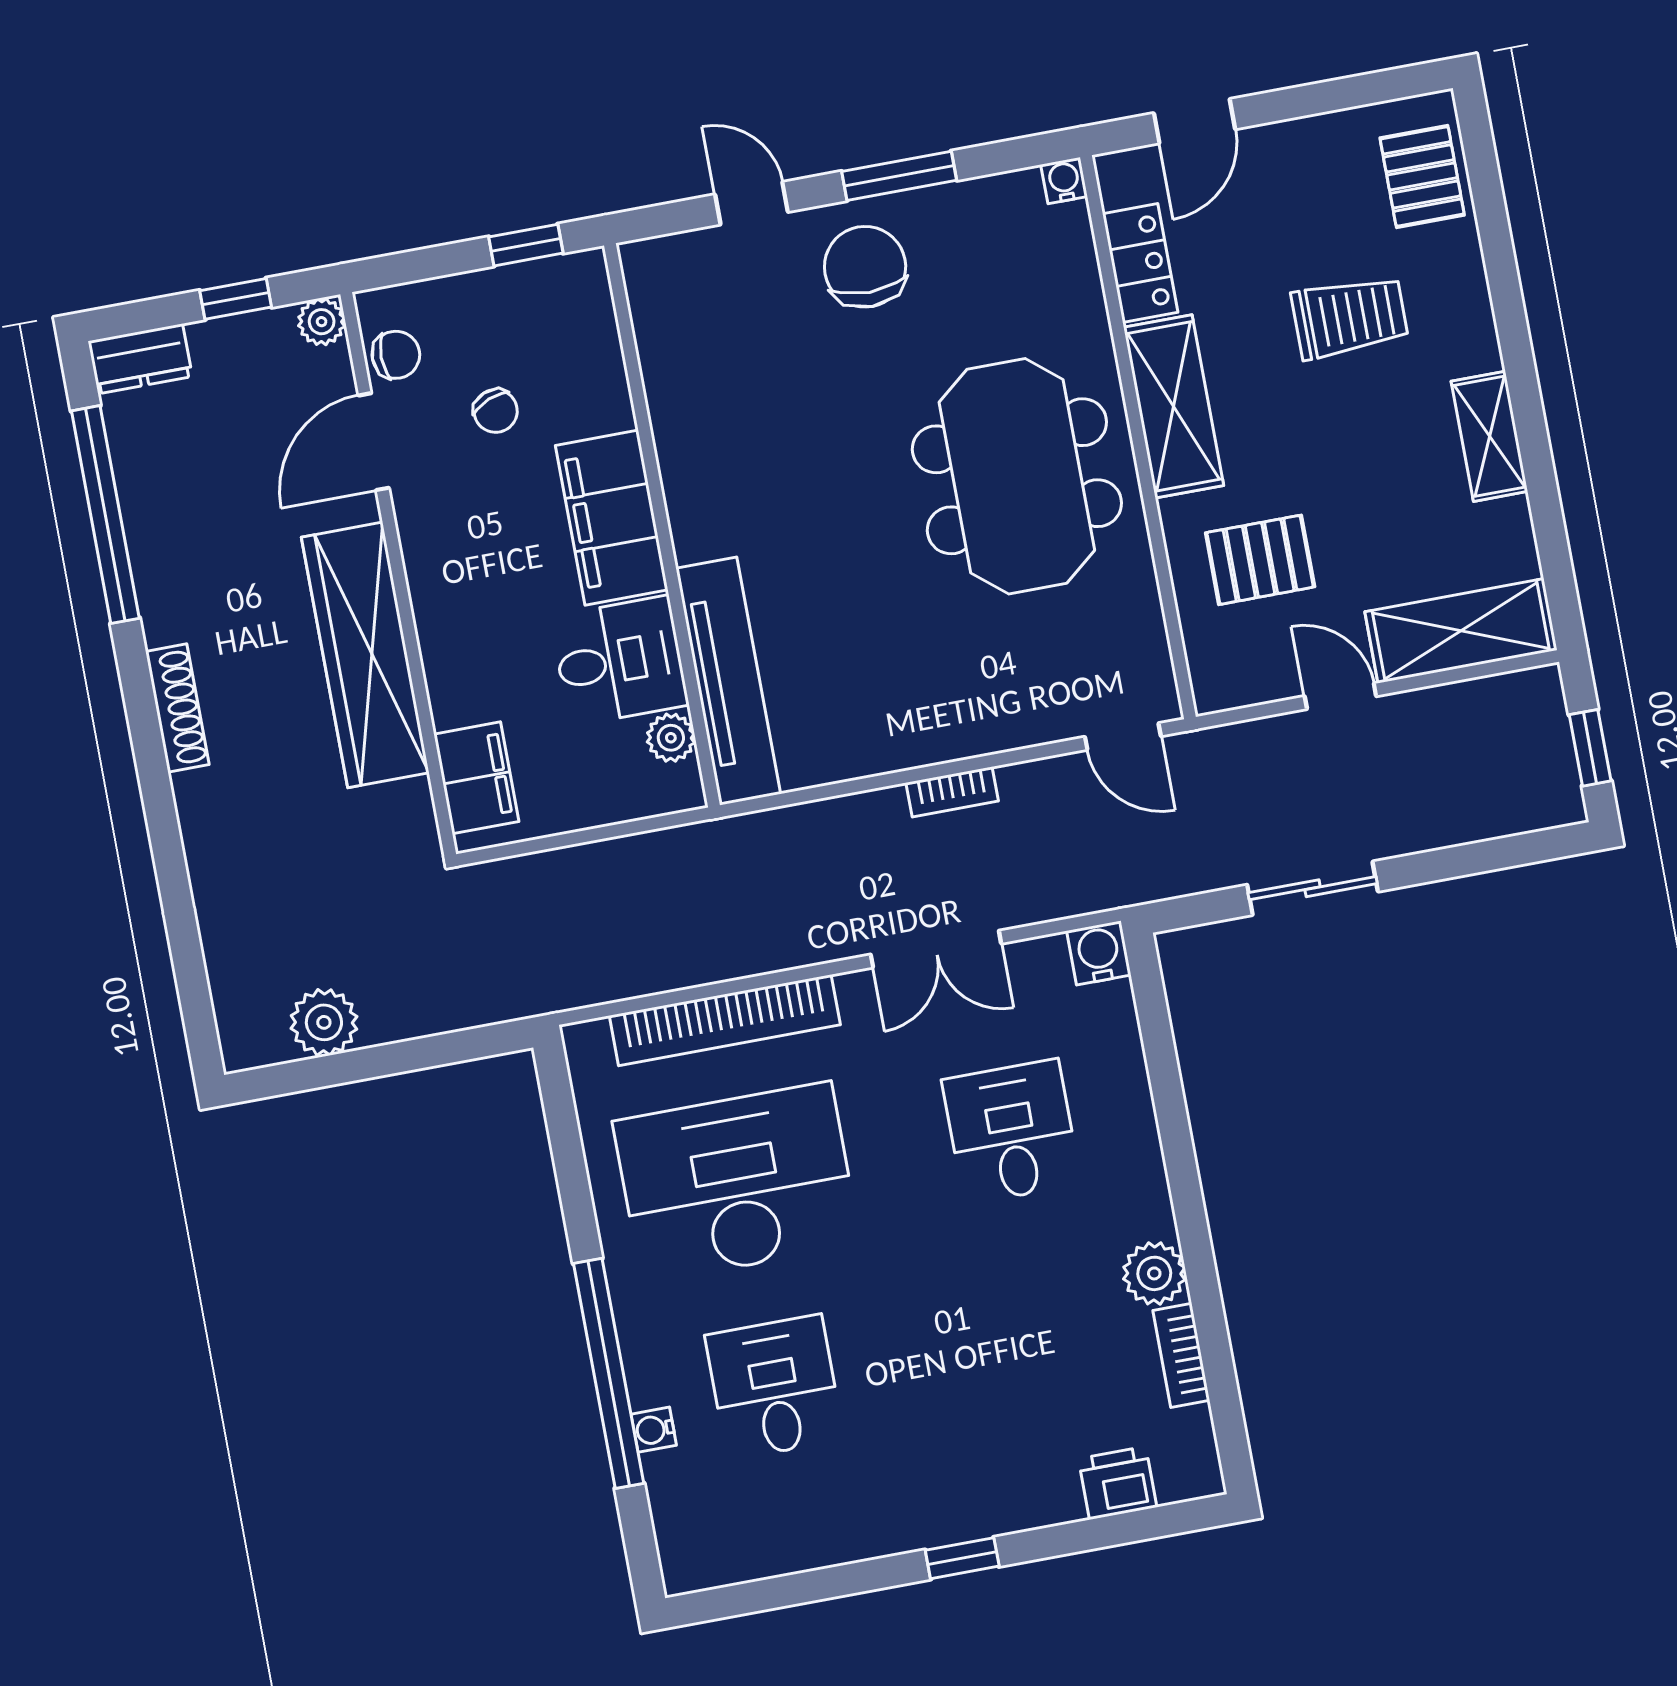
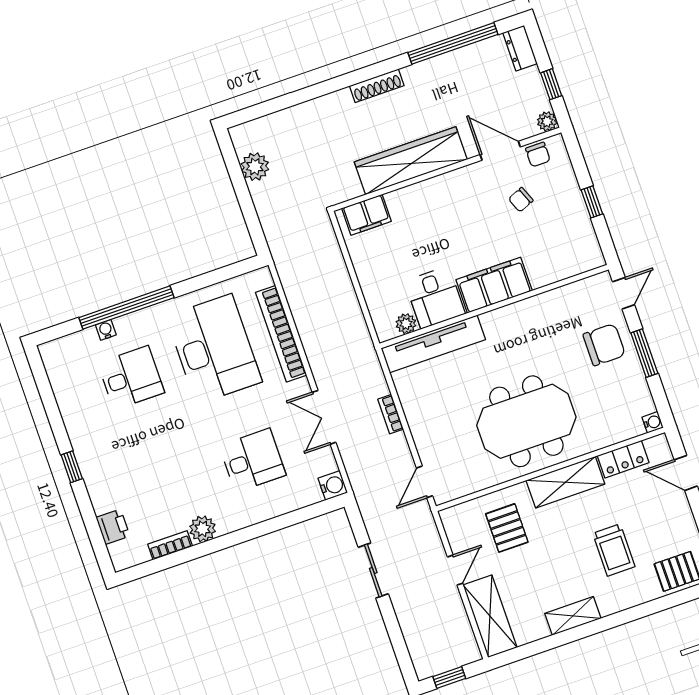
filing cabinet: (612, 518) -> (494, 285), moved
wall: (662, 525) -> (494, 307), moved
desk: (620, 661) -> (435, 297), moved
tv unit: (728, 681) -> (433, 344), moved
plant: (671, 738) -> (406, 324), moved

